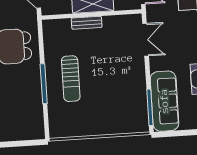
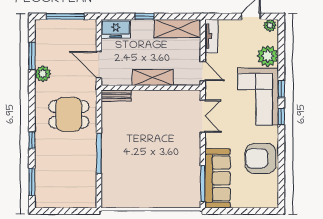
bench: (87, 23) -> (116, 96), moved
sun lounger: (71, 79) -> (126, 150), removed

